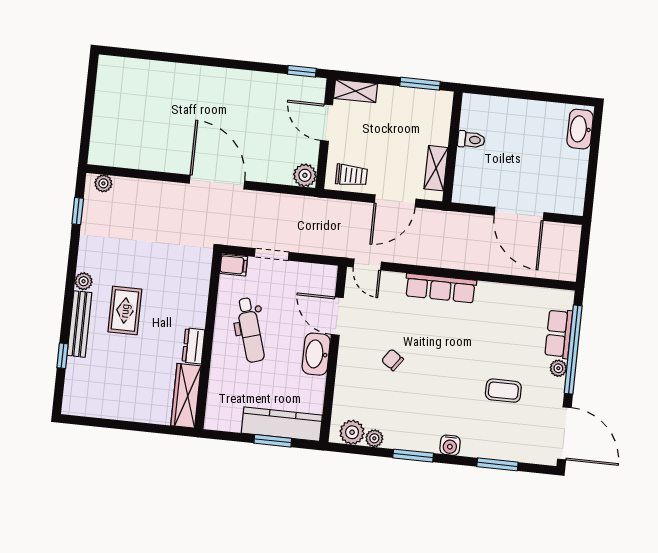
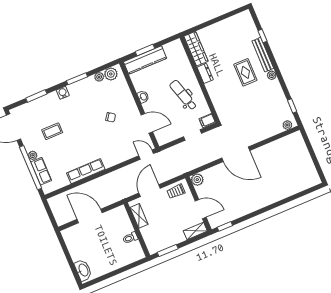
row of seats: (441, 288) -> (86, 171), moved
washbasin: (316, 354) -> (143, 97), width x0.52, depth x0.69

